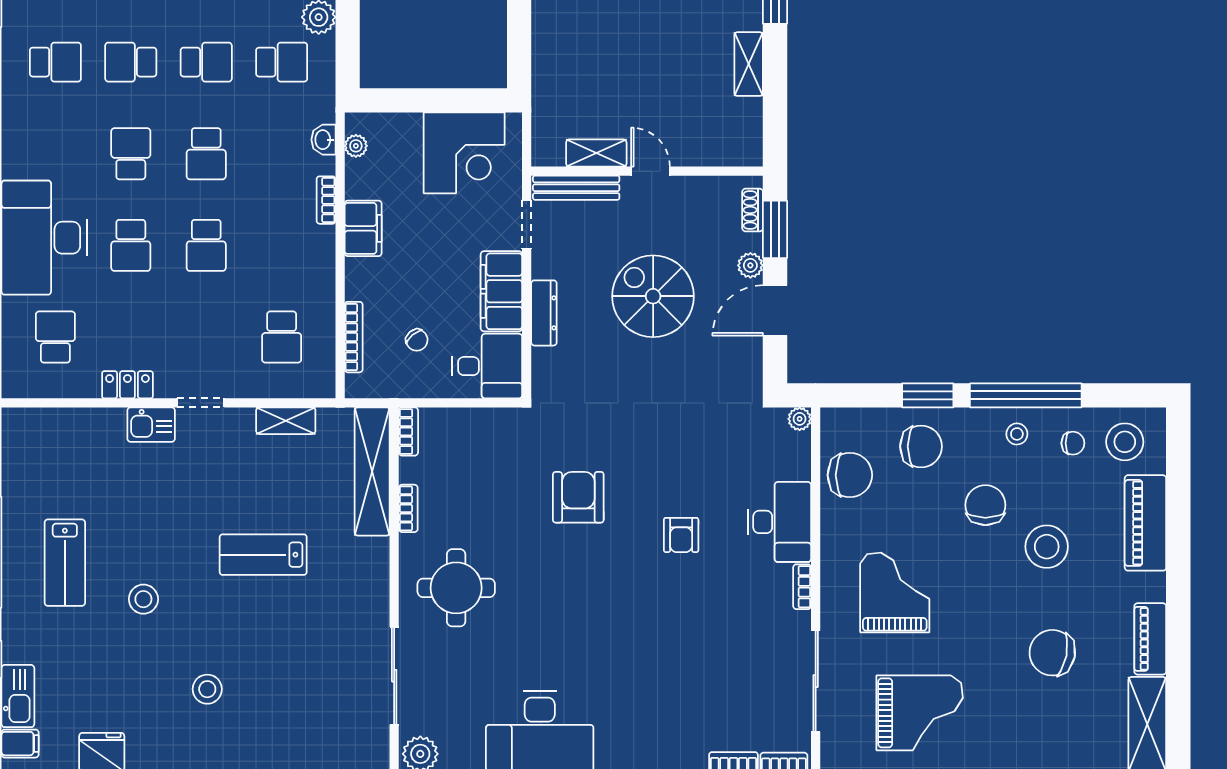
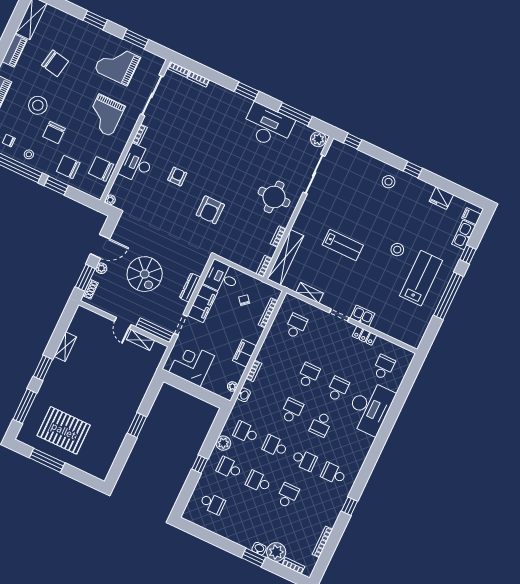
school desk: (55, 337) -> (384, 367), turned 180
lab bench: (65, 563) -> (421, 278), width x1.36, depth x1.39
stool: (207, 689) -> (389, 182), moved

